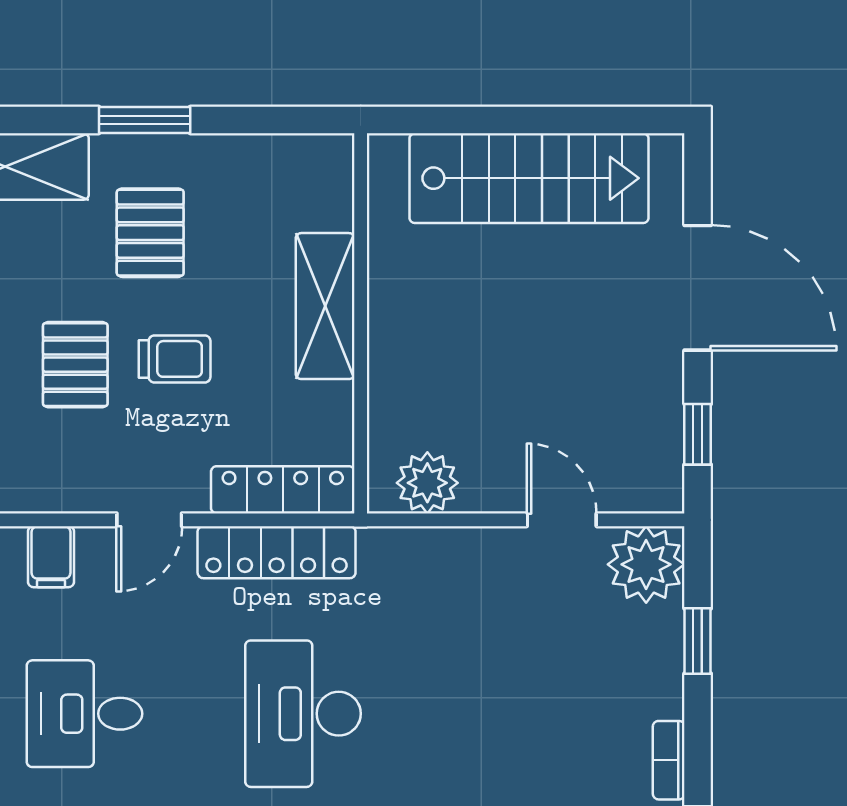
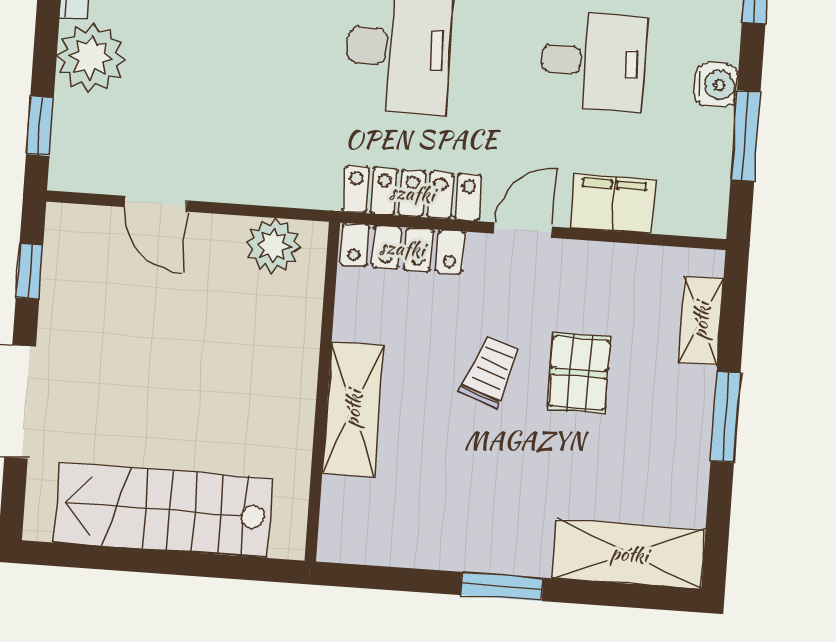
pallet: (150, 233) -> (504, 486), removed
trolley: (175, 359) -> (490, 372), turned 110
filing cabinet: (51, 557) -> (613, 204), width x2.00
plant: (646, 564) -> (91, 57), moved
window: (698, 641) -> (40, 126), moved

